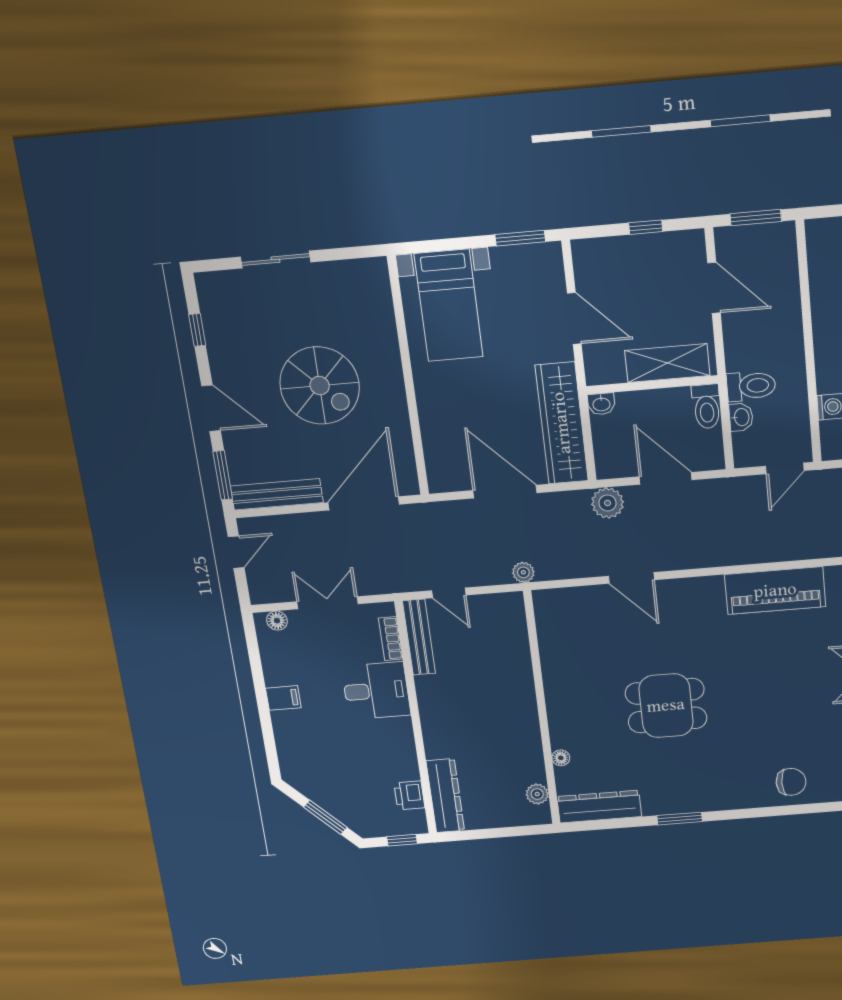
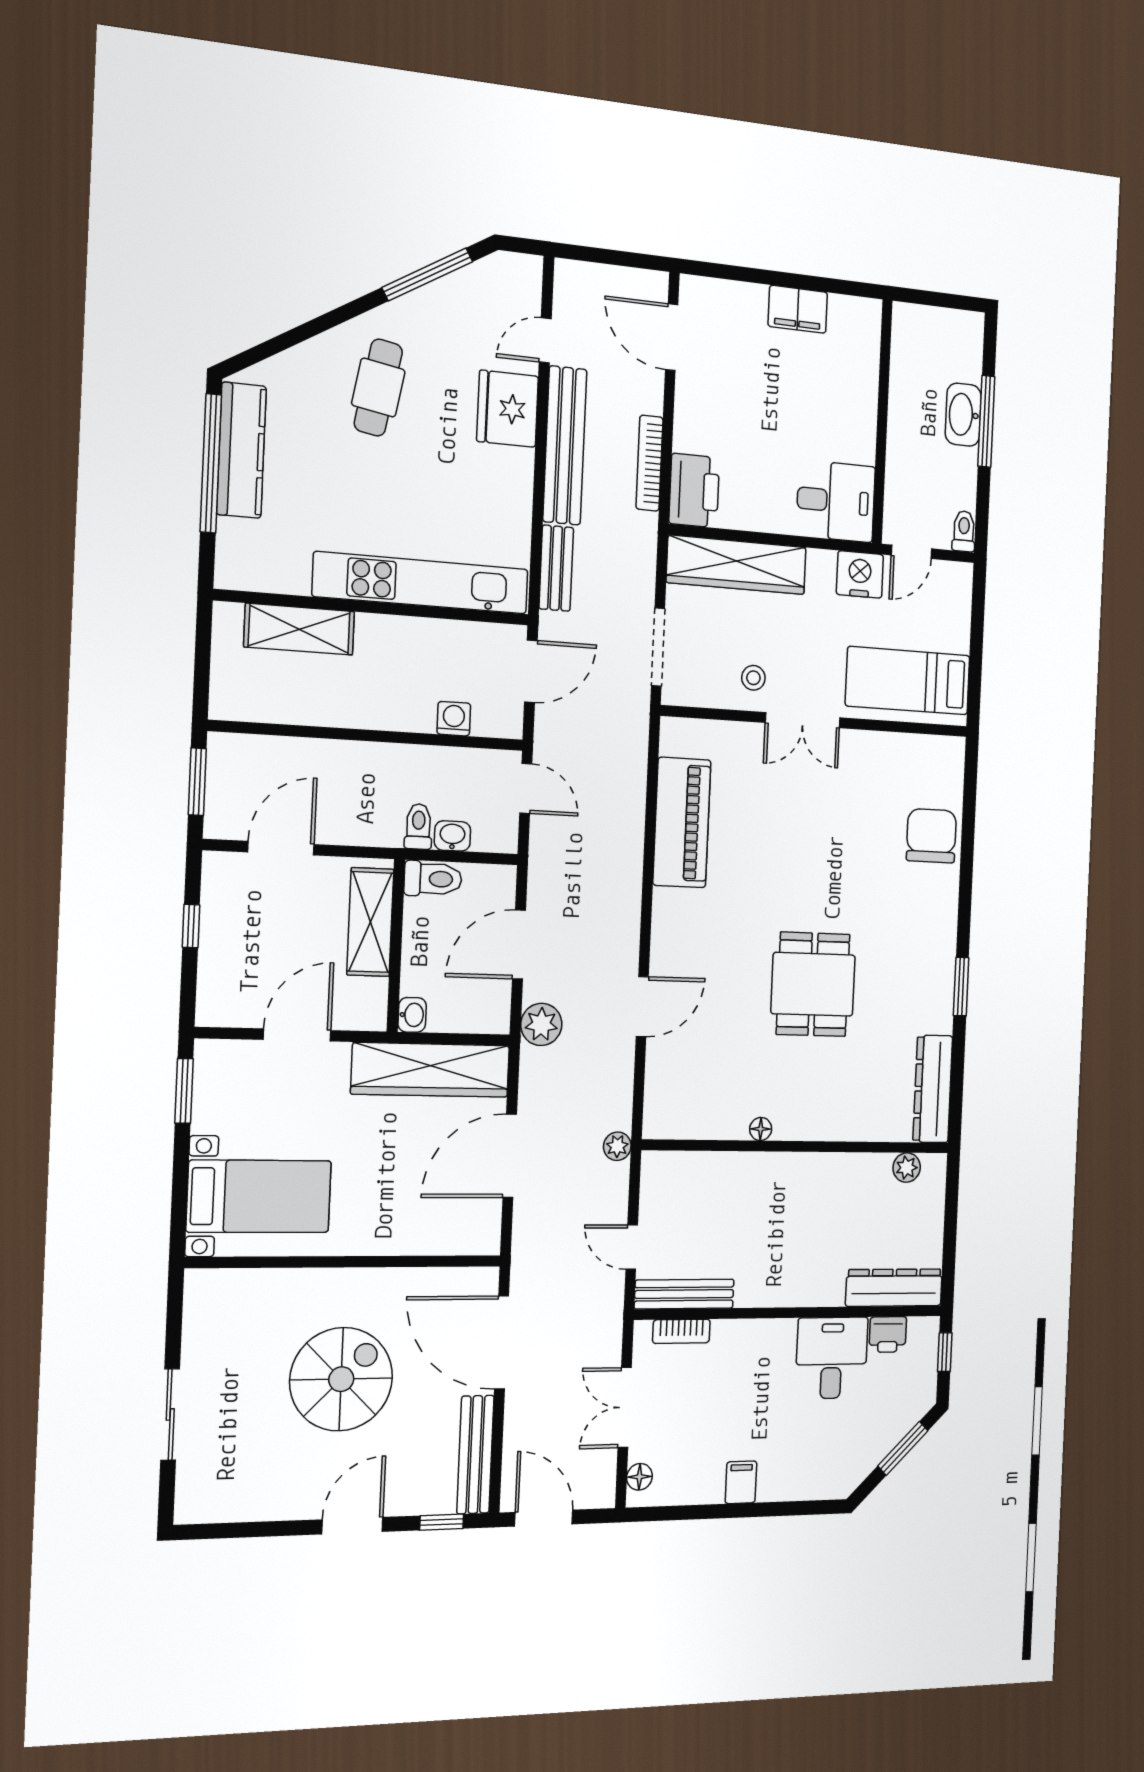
window: (197, 330) -> (248, 1530), removed
toilet: (751, 386) -> (418, 826), width x0.73, depth x0.72
window: (223, 475) -> (442, 1522), width x0.67
door: (236, 552) -> (544, 1518), width x1.38
door: (449, 593) -> (632, 1247), swing flipped
desk: (376, 691) -> (832, 1358), moved
floor lamp: (561, 758) -> (761, 1129), moved
chair: (791, 782) -> (931, 836), width x1.37, depth x1.37

